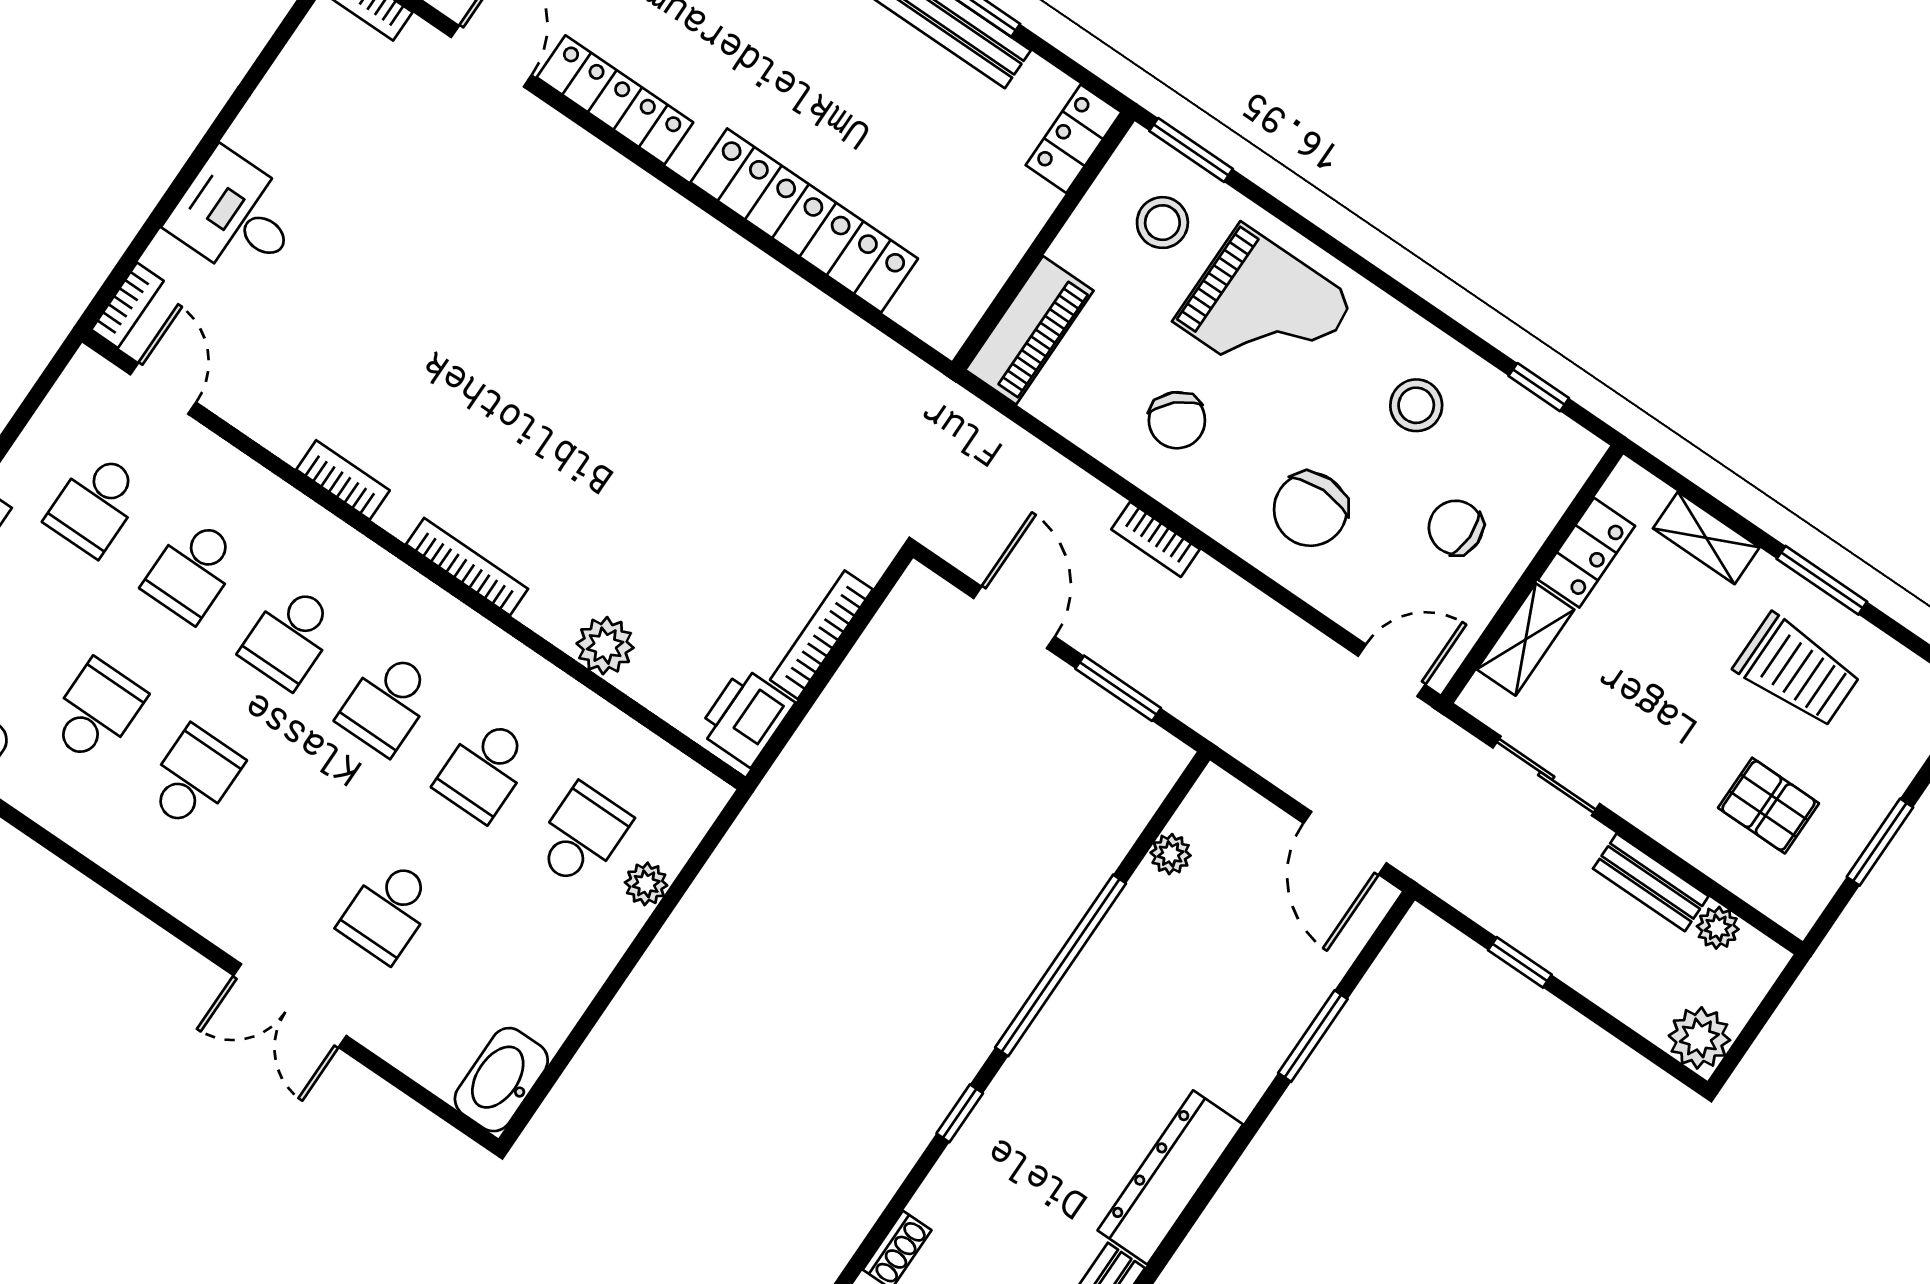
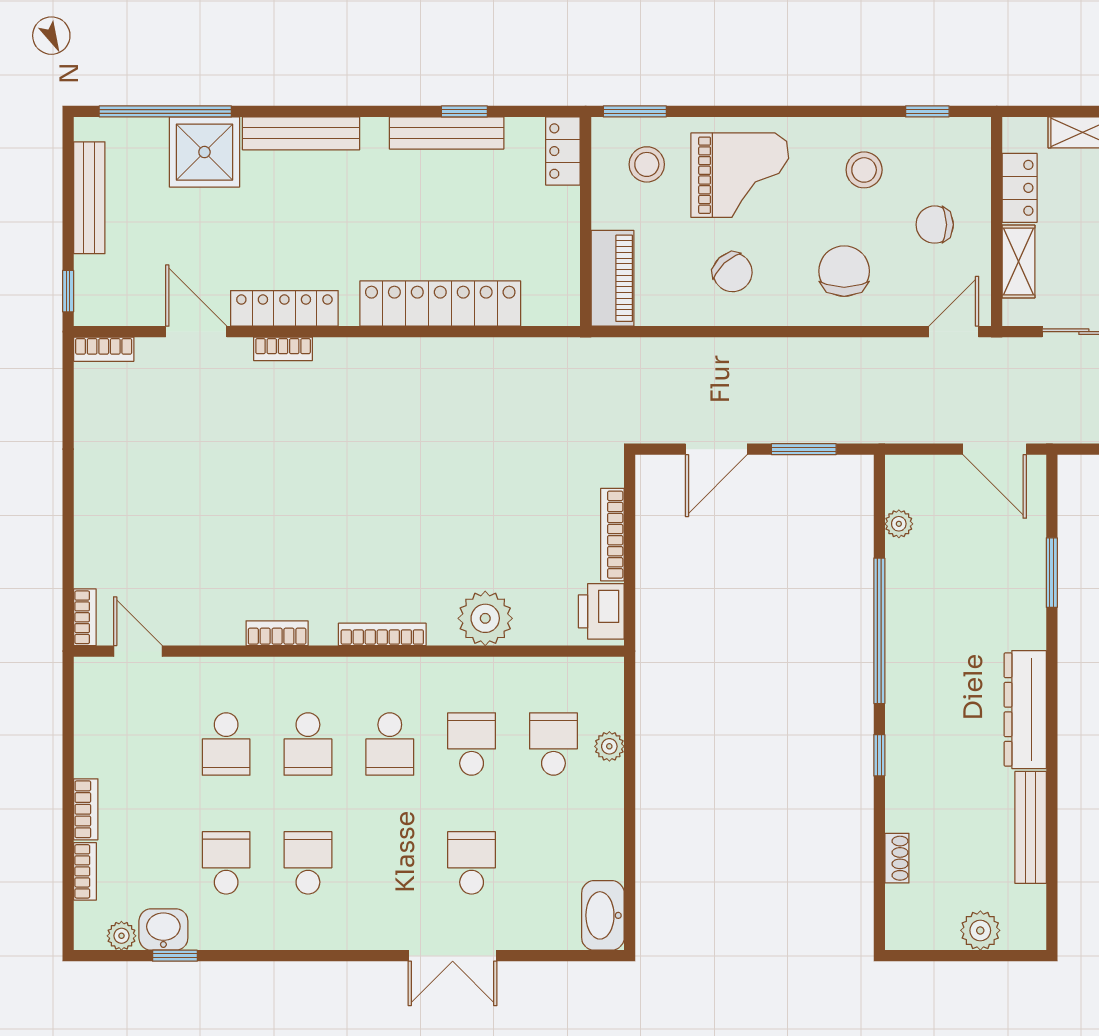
desk: (236, 216) -> (112, 524), removed
school desk: (95, 504) -> (144, 744), removed
chair: (1310, 509) -> (844, 271), turned 180
bookcase: (1156, 539) -> (283, 349), moved
door: (1014, 617) -> (716, 449), swing flipped
plant: (605, 646) -> (485, 618), width x1.36, depth x1.36
school desk: (484, 769) -> (472, 744), turned 180
school desk: (388, 911) -> (472, 863), turned 180

